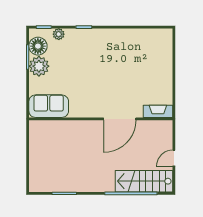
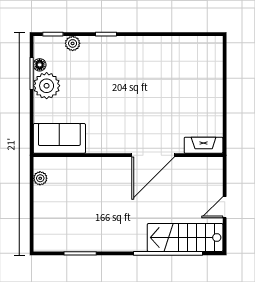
floor lamp: (38, 46) -> (40, 65), width x0.53, depth x0.53
plant: (34, 136) -> (40, 178), added

